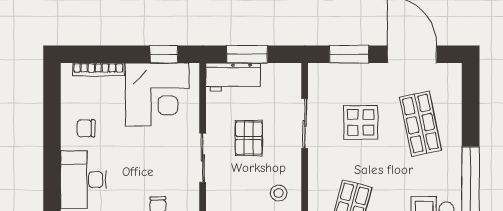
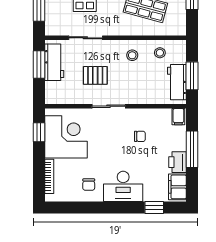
window: (247, 54) -> (39, 65), moved
workbench: (233, 77) -> (54, 62), moved

